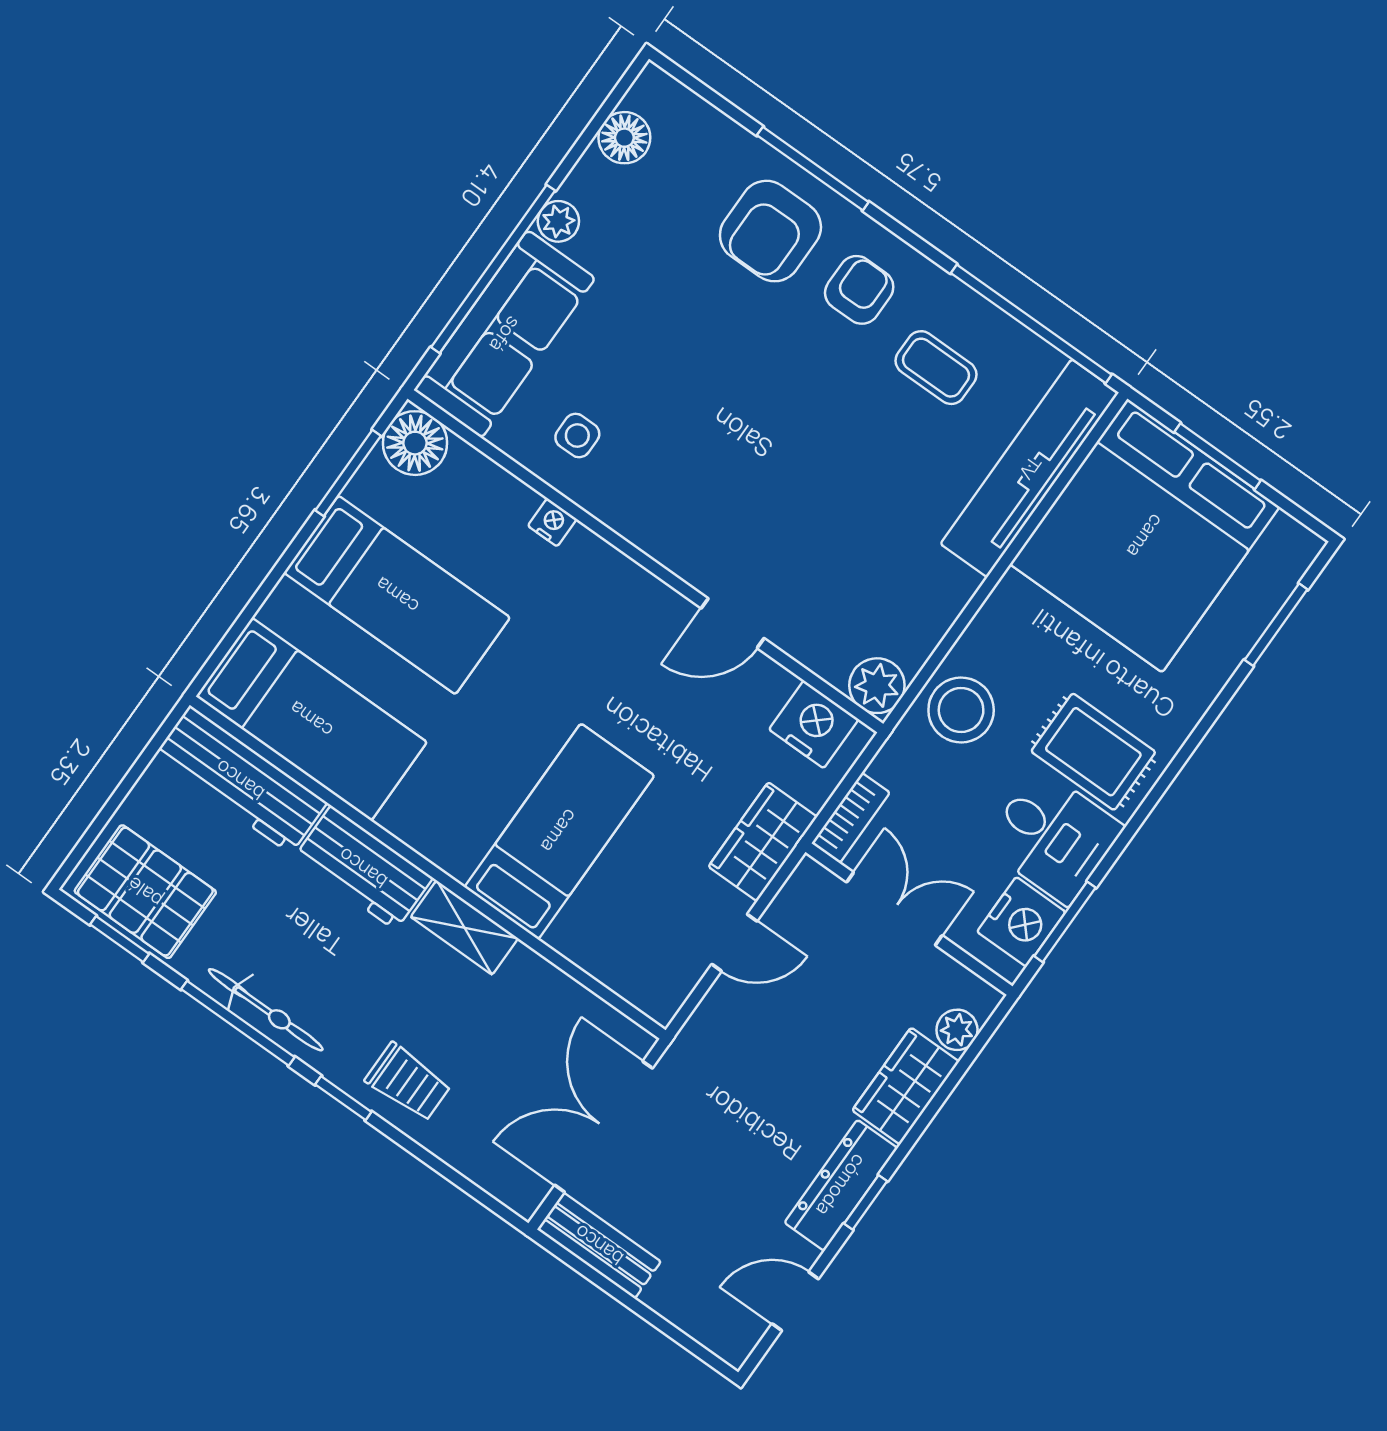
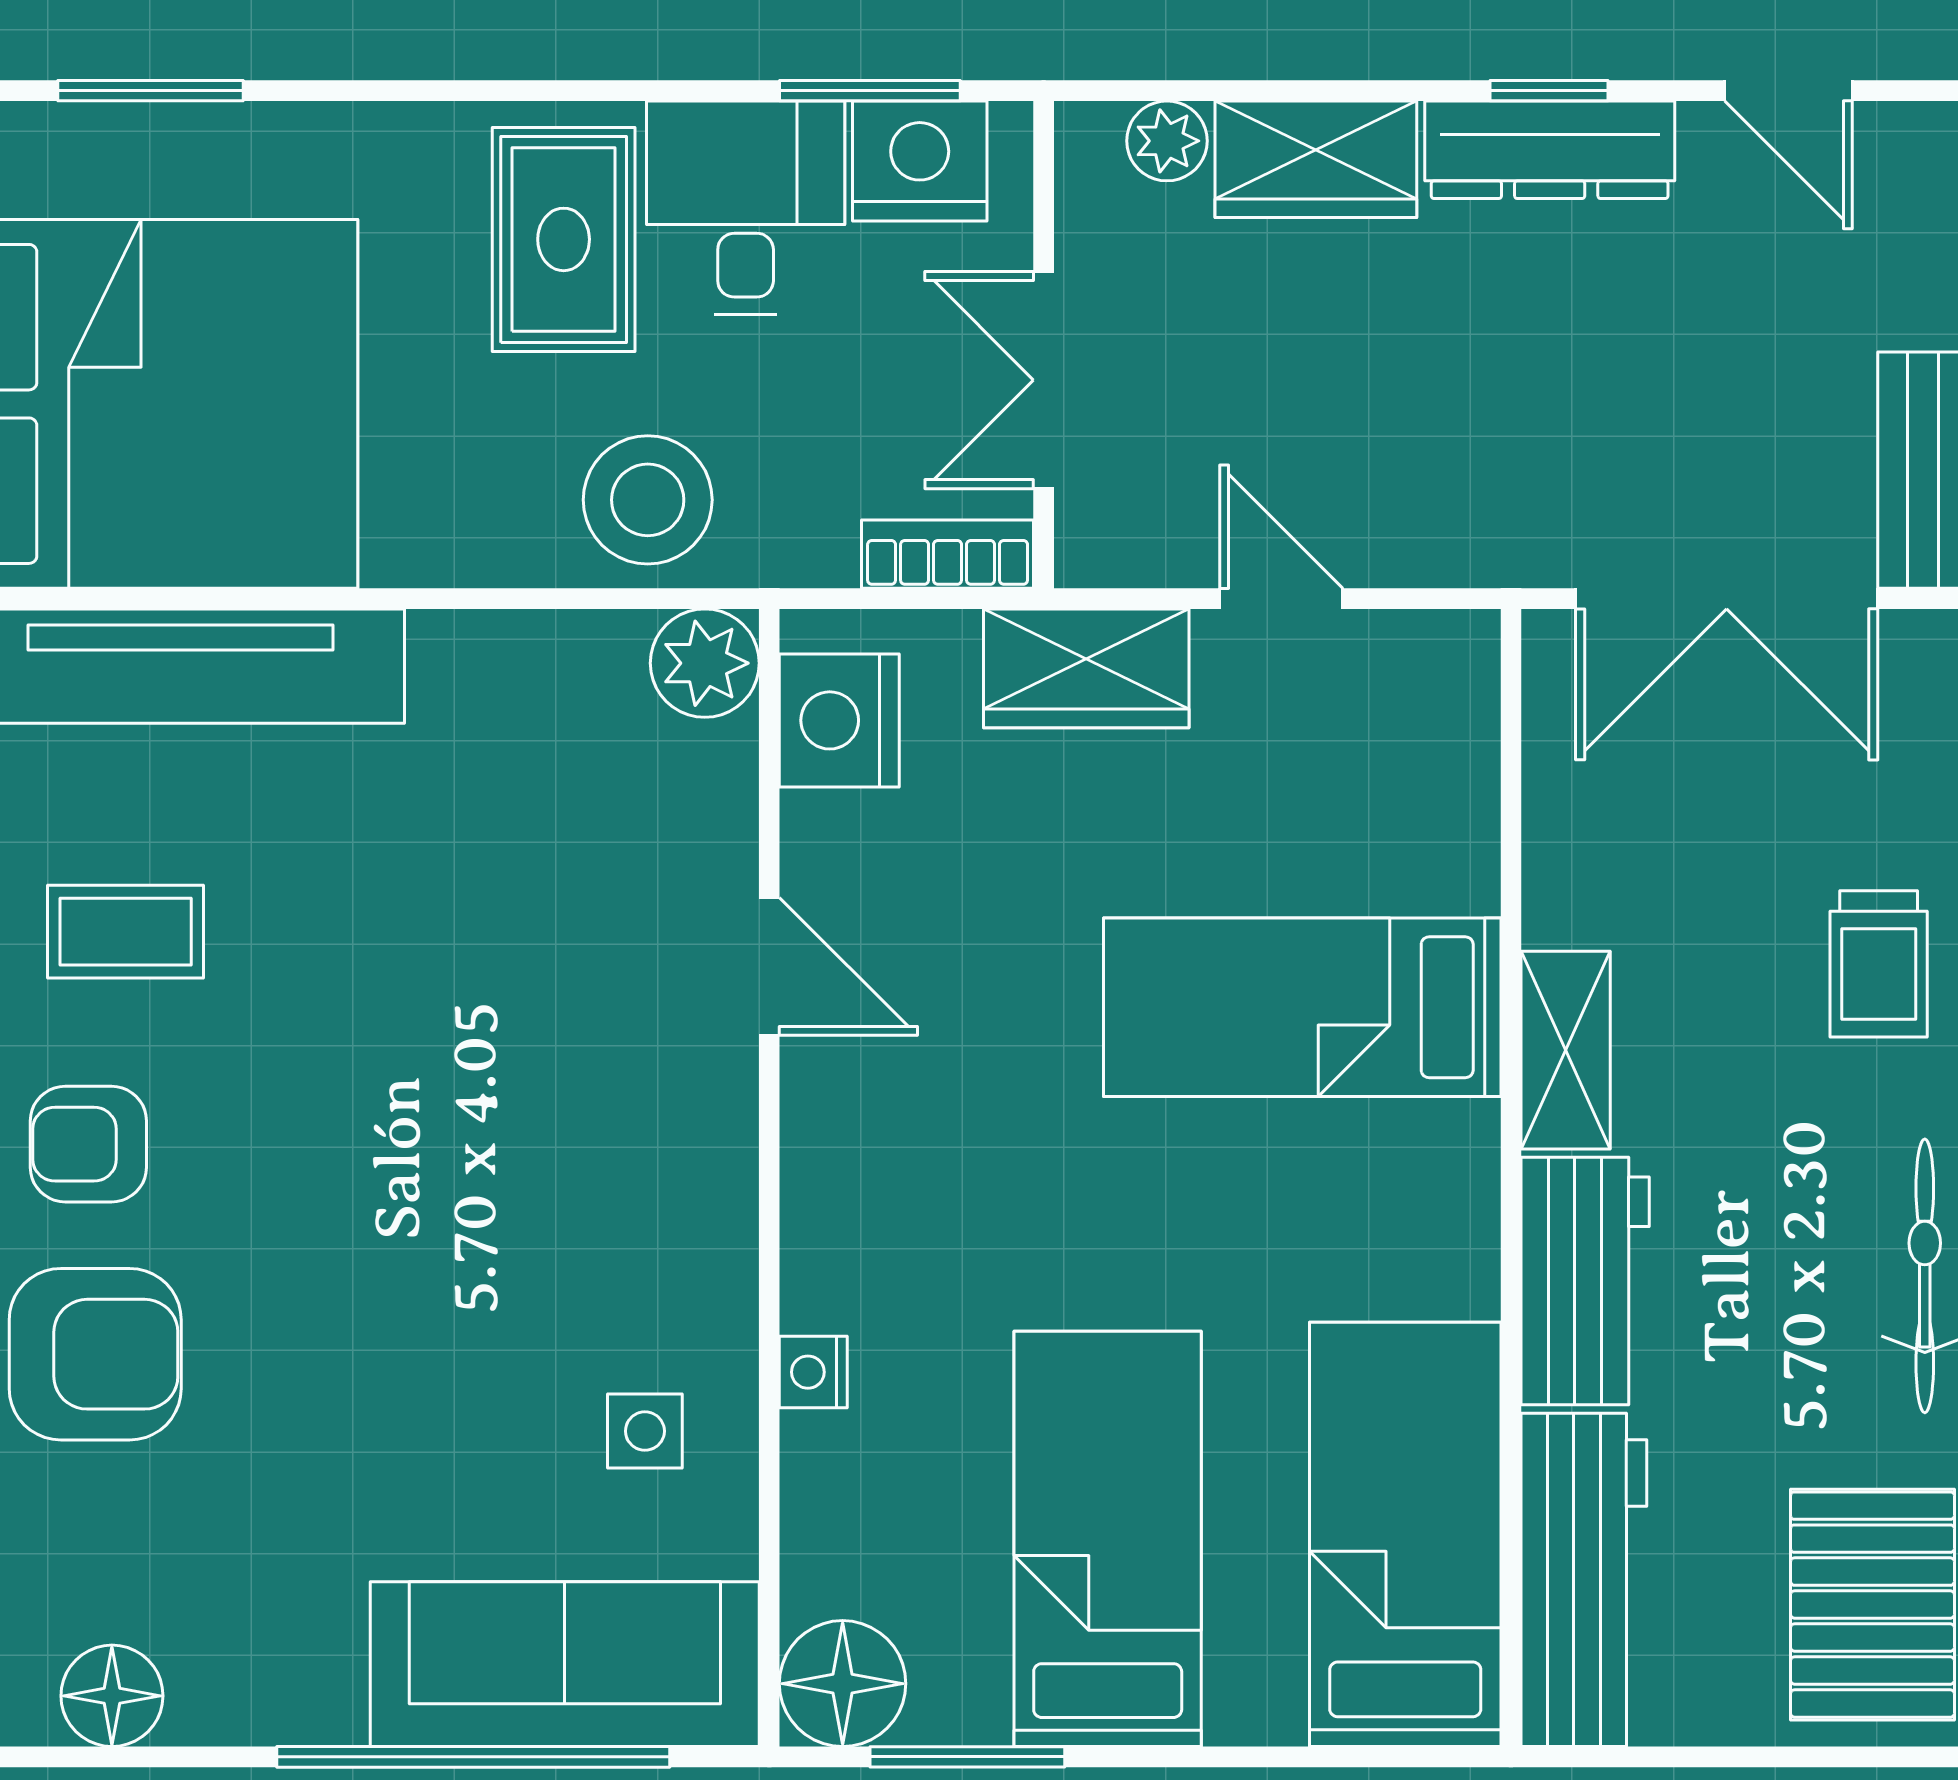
plant: (558, 221) -> (322, 1706), removed
coffee table: (936, 368) -> (126, 932), turned 90
trolley: (408, 1082) -> (1879, 964), turned 180

